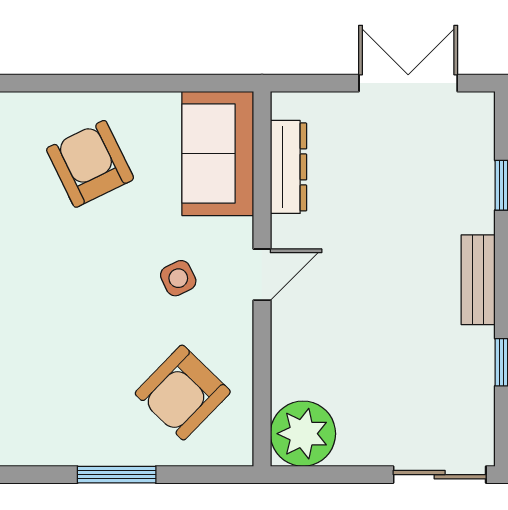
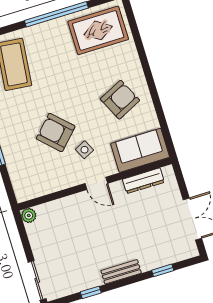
armchair: (183, 393) -> (56, 132), moved
plant: (303, 434) -> (29, 215), width x0.53, depth x0.53

